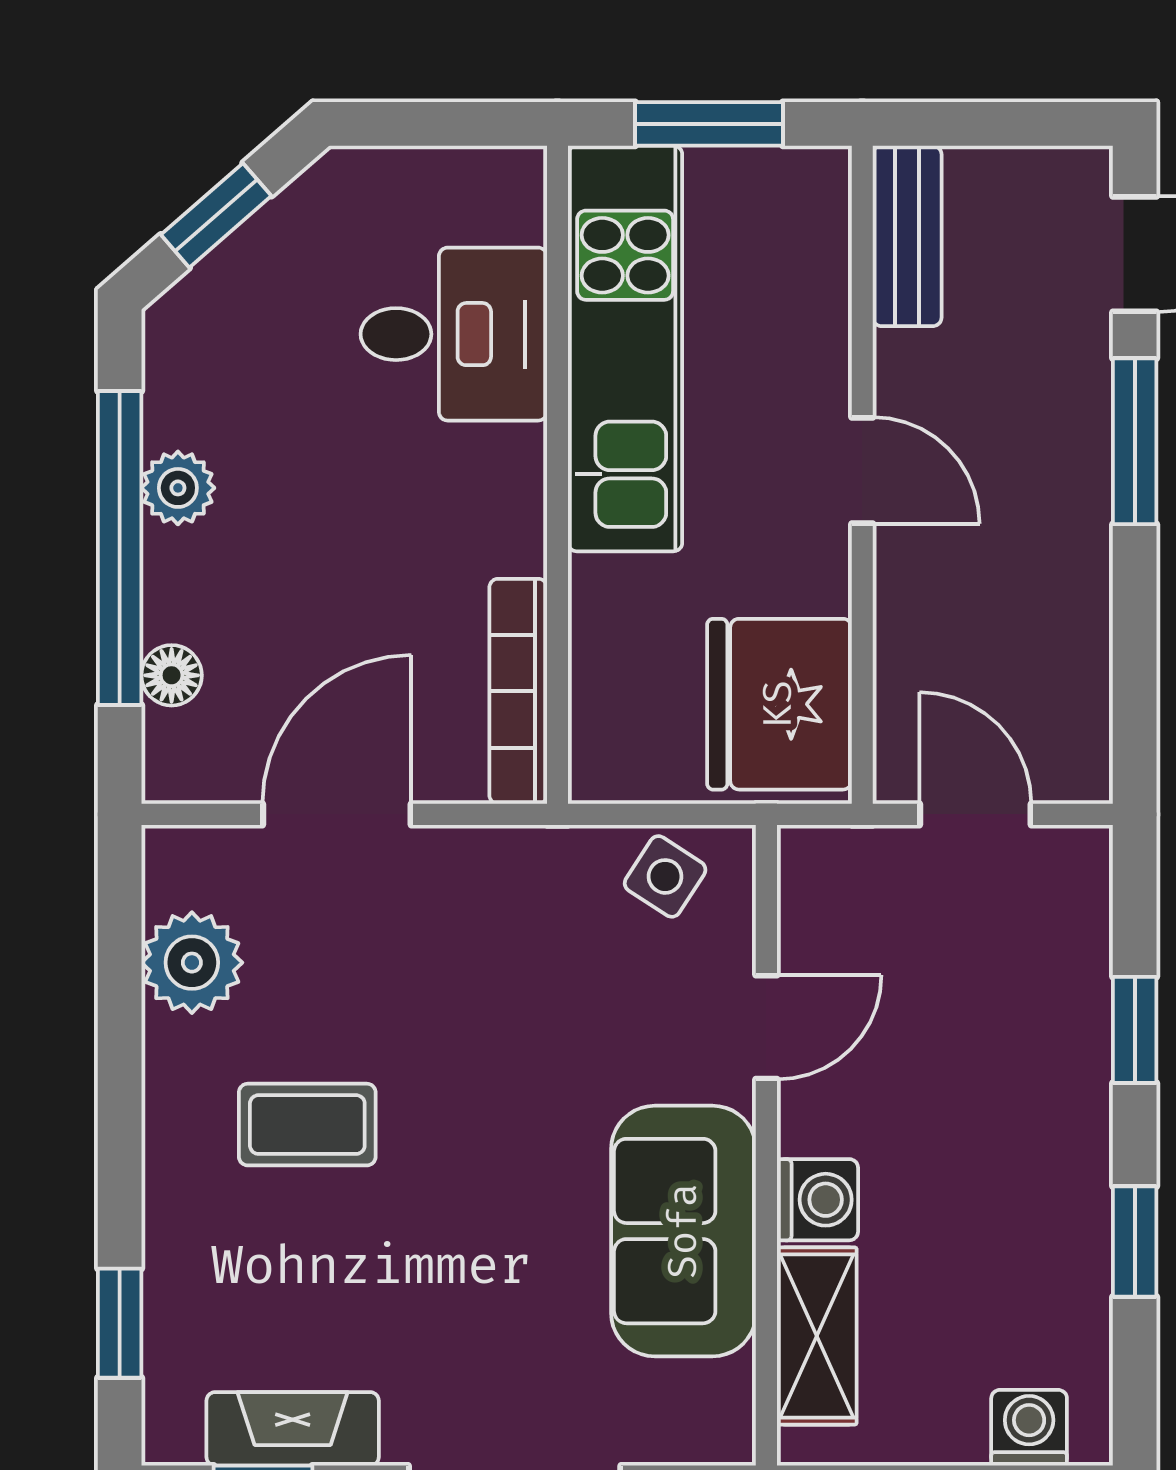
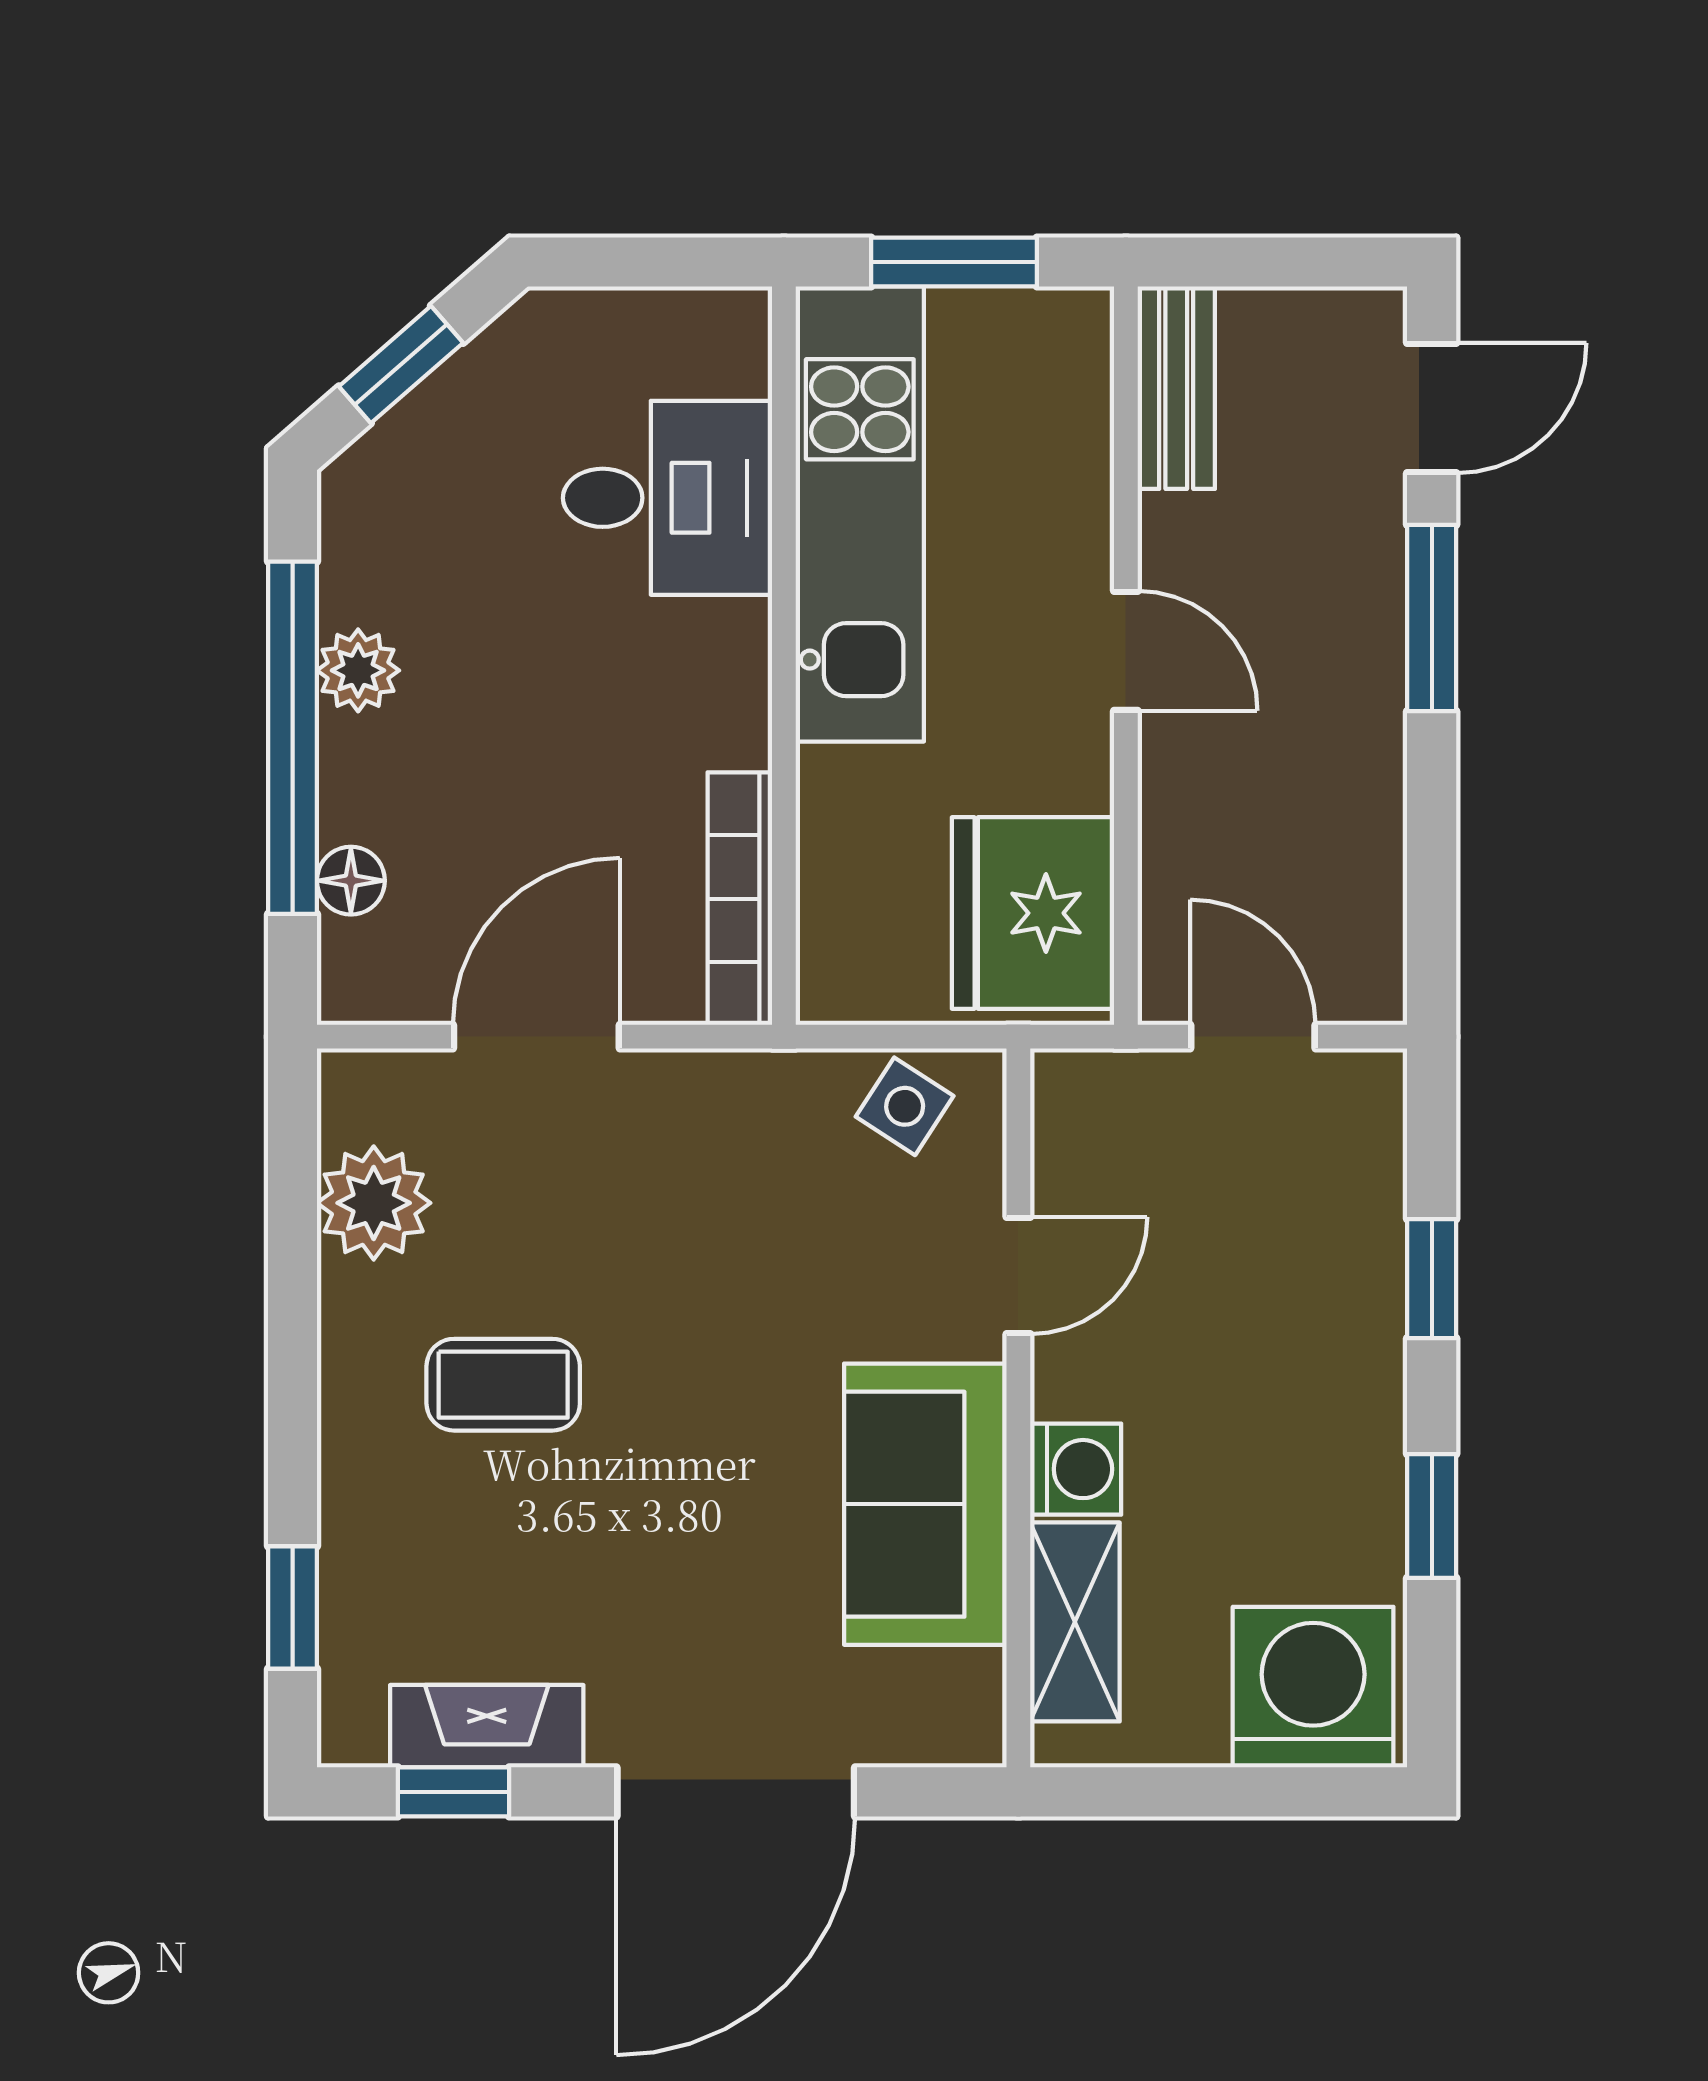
washing machine: (1029, 1428) -> (1313, 1687), width x1.89, depth x1.89

